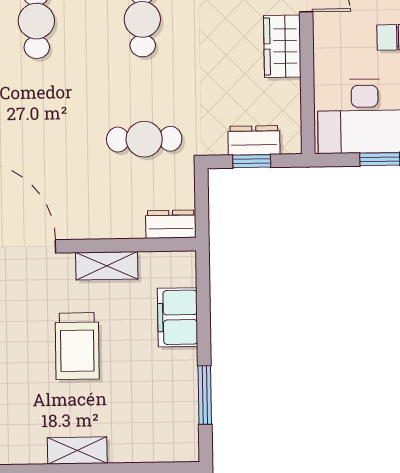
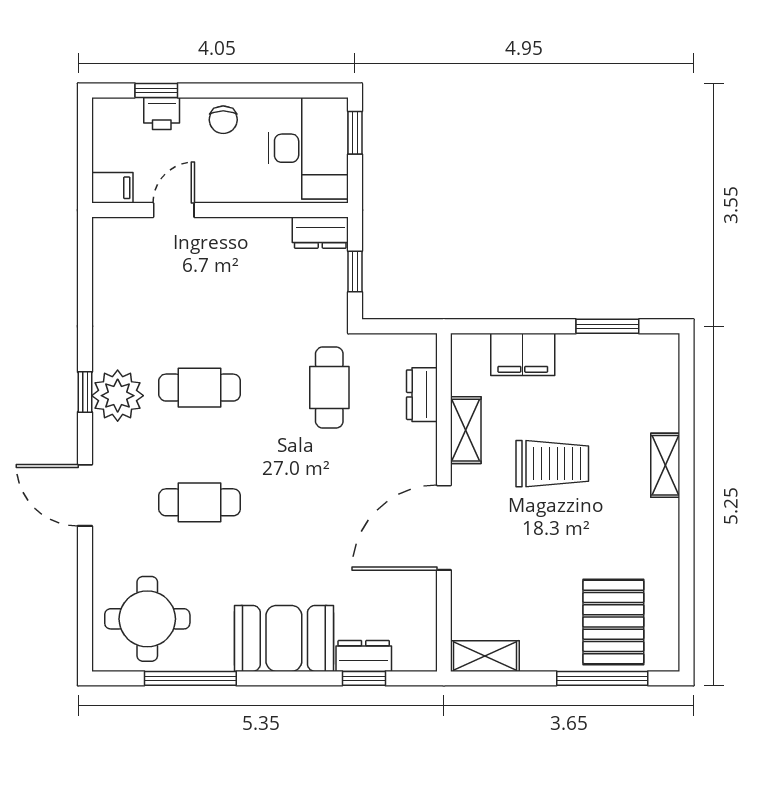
wardrobe: (282, 46) -> (231, 236), removed
dresser: (254, 140) -> (320, 233), moved, turned -90
dresser: (171, 224) -> (422, 395), moved

